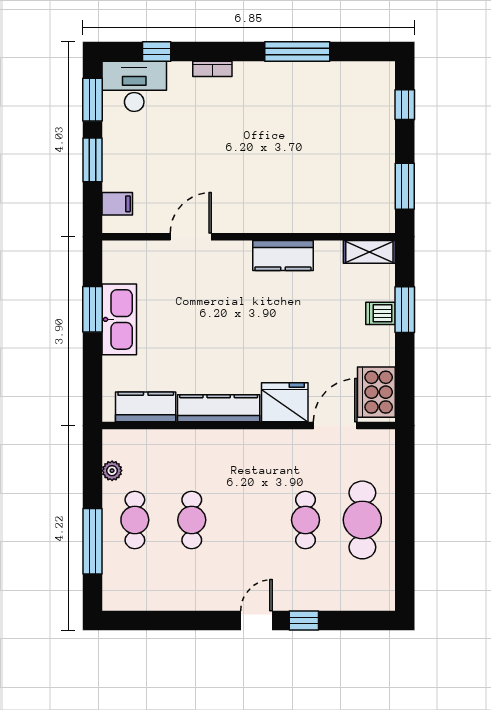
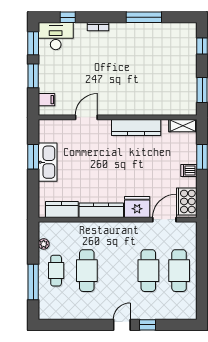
kitchen counter: (283, 255) -> (136, 128), width x1.50
dishwasher: (380, 313) -> (189, 170), moved
cafe table: (192, 520) -> (87, 271), width x1.37, depth x1.35
cafe table: (305, 520) -> (148, 271), width x1.37, depth x1.35

